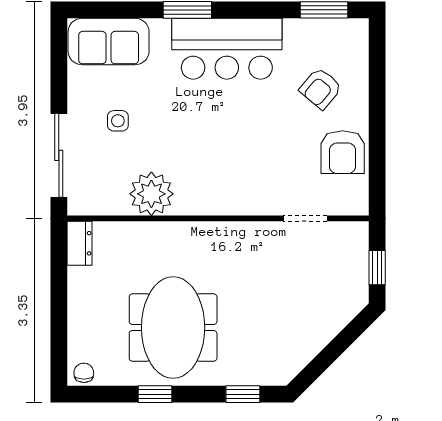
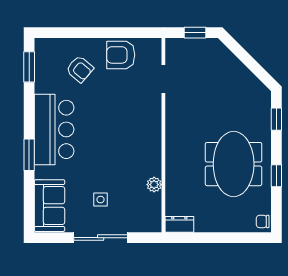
armchair: (343, 152) -> (121, 55), turned 180
sliding door: (59, 155) -> (101, 238), moved
plant: (151, 194) -> (154, 185), width x0.53, depth x0.53
meeting table: (173, 327) -> (234, 164), turned 90

